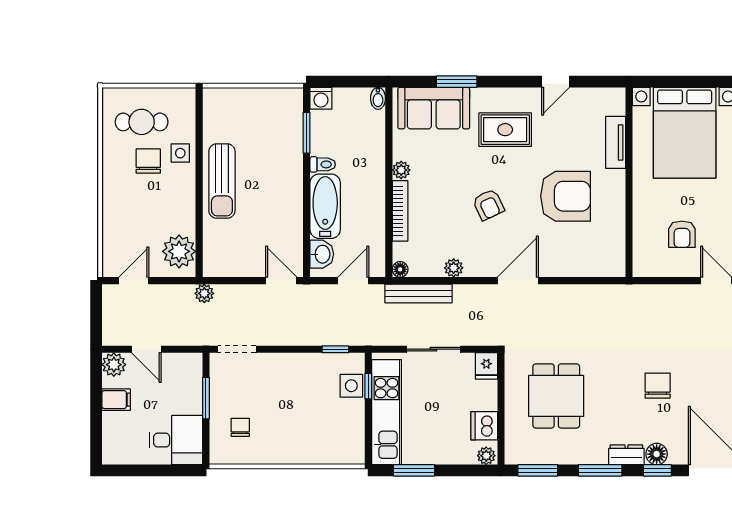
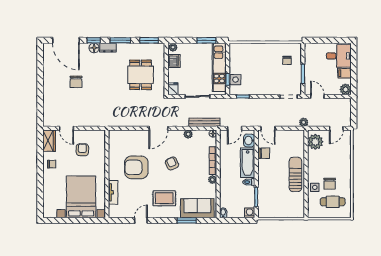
chair: (289, 227) -> (264, 153), added
door: (146, 349) -> (317, 97), moved
chair: (658, 386) -> (76, 82), moved
desk: (176, 440) -> (339, 56), moved, turned 180

